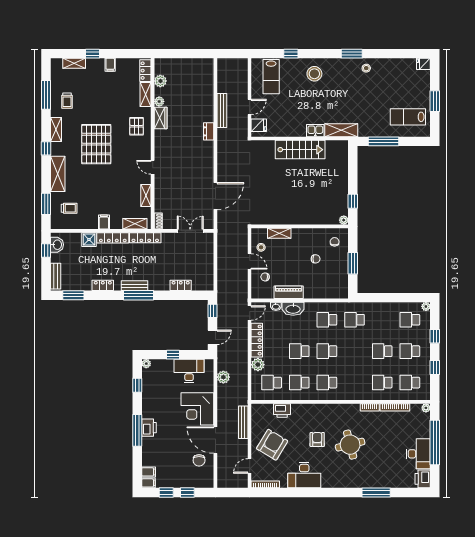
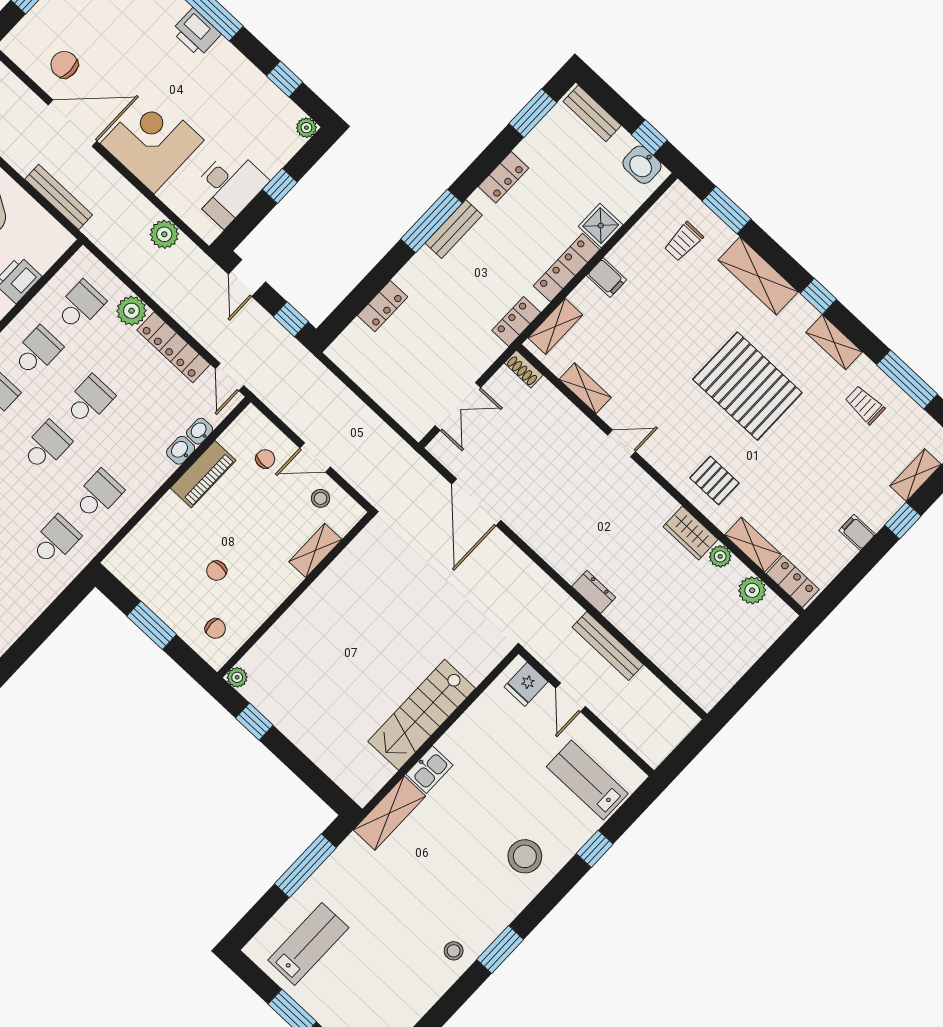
locker: (145, 238) -> (516, 322), width x0.66
washbasin: (293, 309) -> (181, 450), width x0.52, depth x0.69

